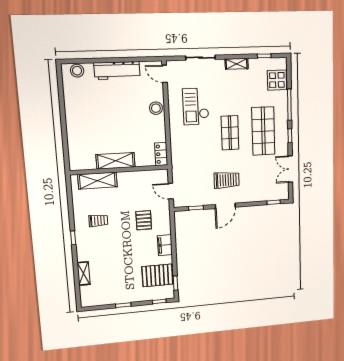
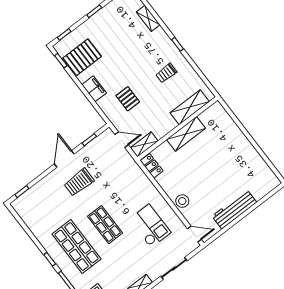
stool: (77, 71) -> (265, 186), removed
double door: (290, 169) -> (28, 231), removed
shelving: (155, 175) -> (144, 144), added

